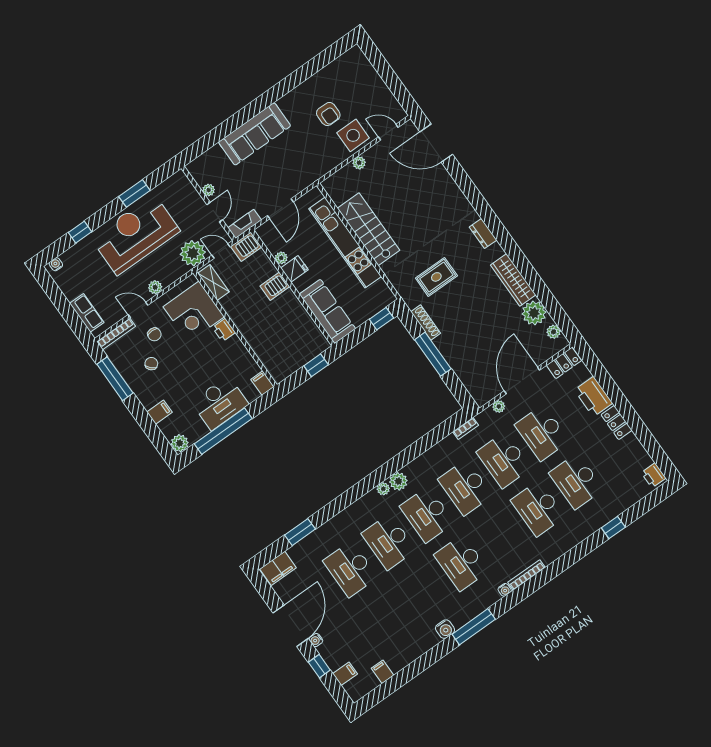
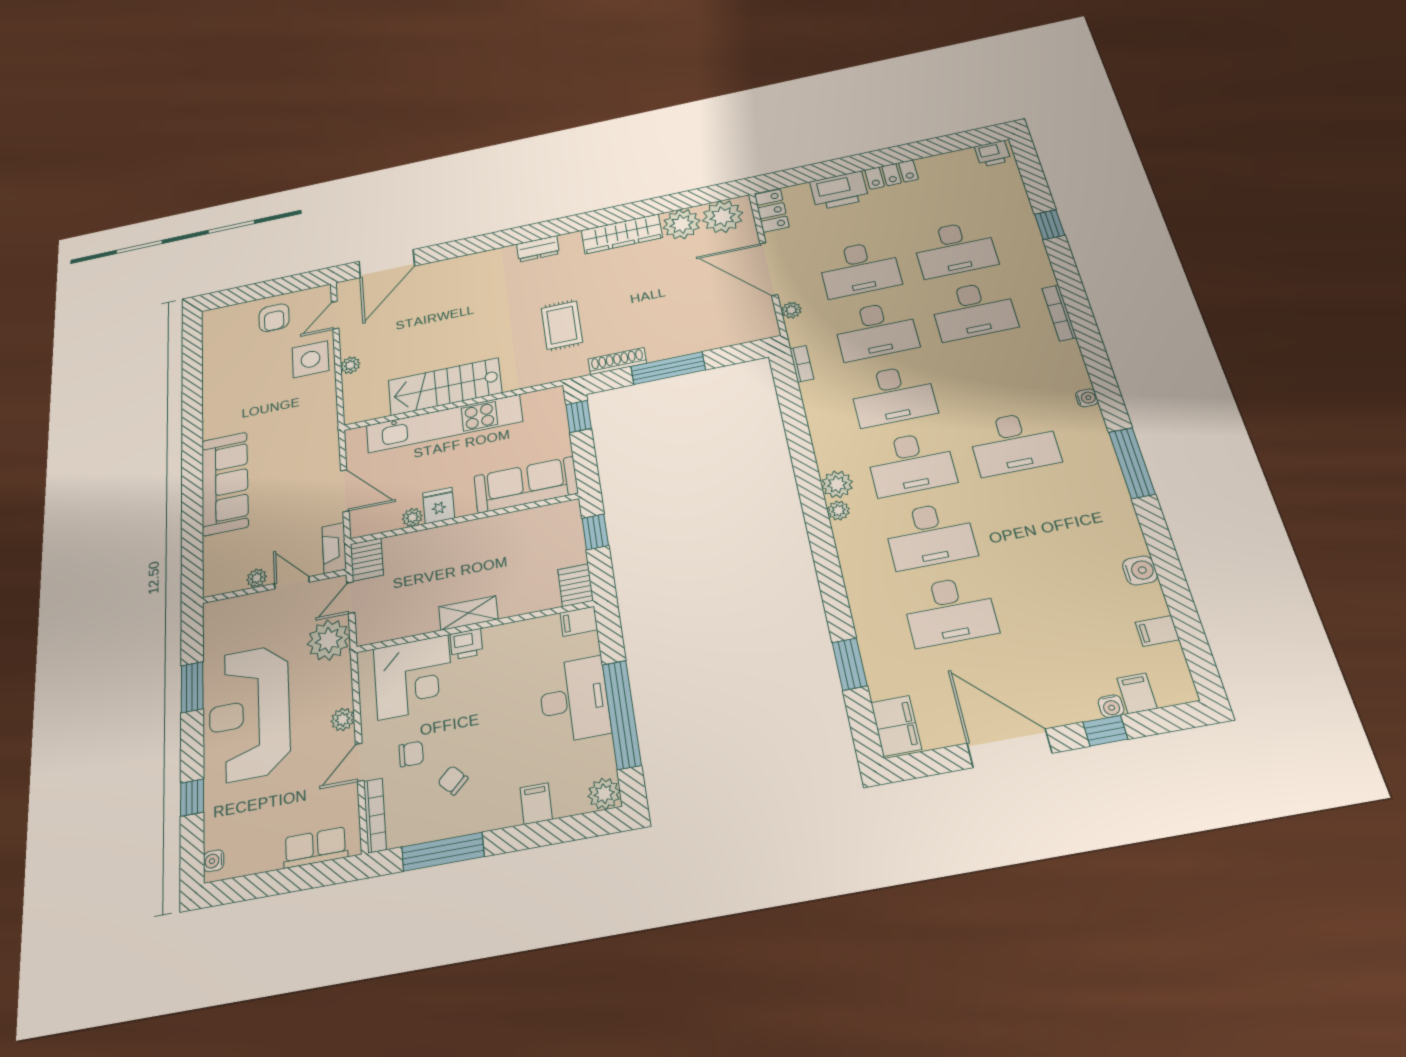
armchair: (328, 114) -> (274, 318), moved, turned 90
shelving: (213, 283) -> (468, 613), moved
server rack: (275, 286) -> (576, 585), moved, turned 180
plant: (554, 332) -> (723, 217), width x1.88, depth x1.88
bookcase: (527, 575) -> (1059, 313), moved
water cooler: (445, 629) -> (1140, 570), moved
water cooler: (316, 640) -> (1111, 706), moved

